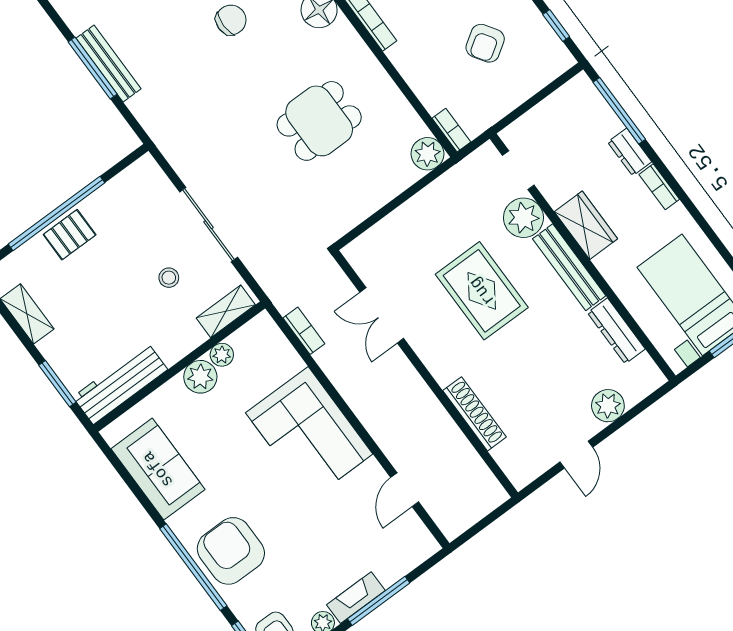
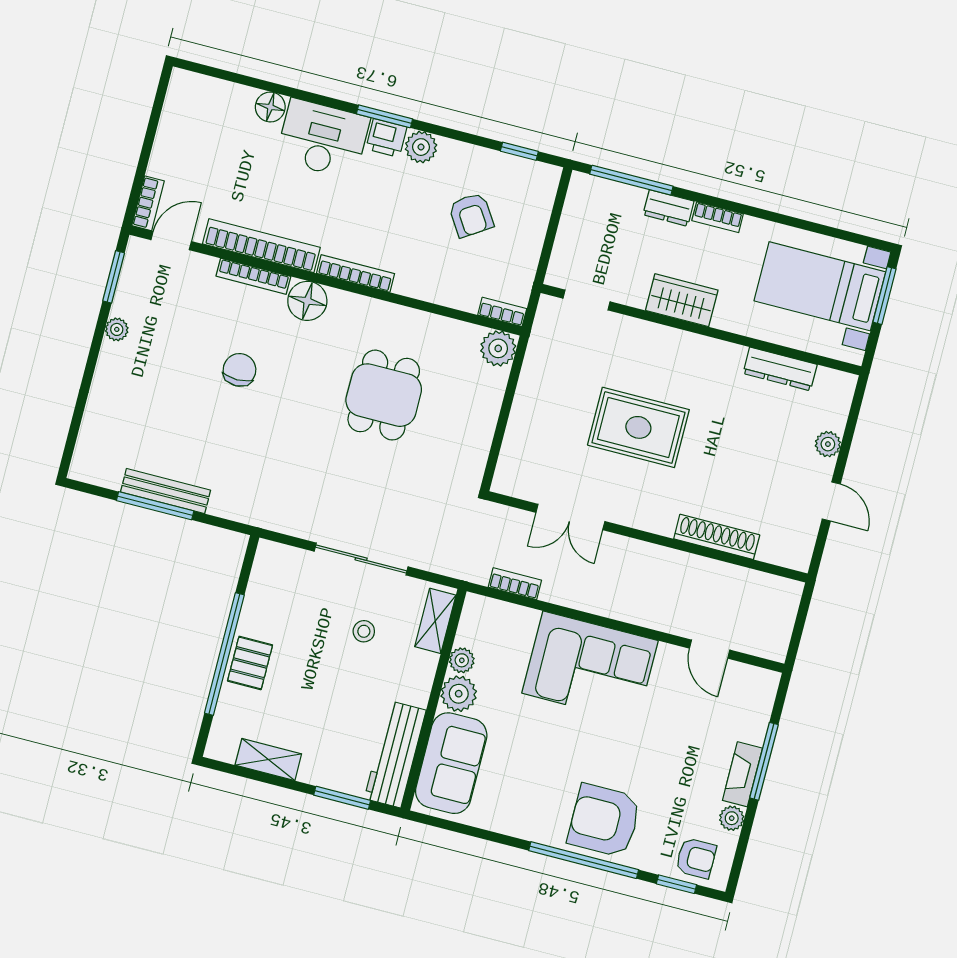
plant: (523, 218) -> (624, 337), removed
bench: (569, 267) -> (696, 347), removed
plant: (608, 406) -> (828, 444), width x0.73, depth x0.73
sofa: (158, 469) -> (451, 763), moved, turned 90

